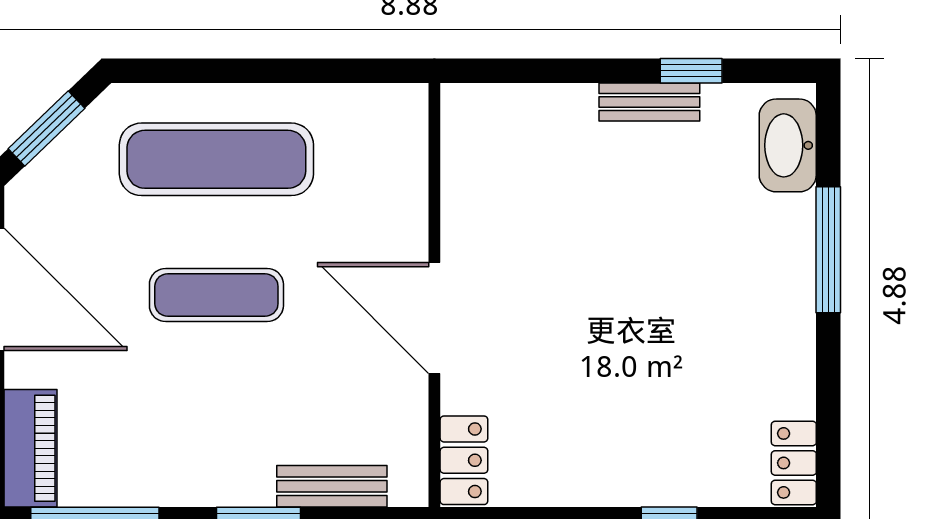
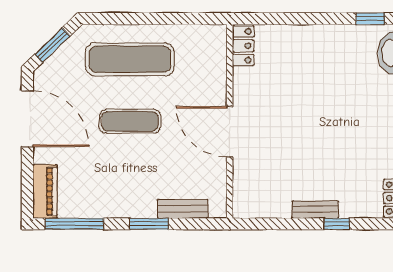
window: (691, 71) -> (370, 19), moved
bench: (649, 102) -> (315, 209), moved
locker: (464, 460) -> (243, 46), moved

